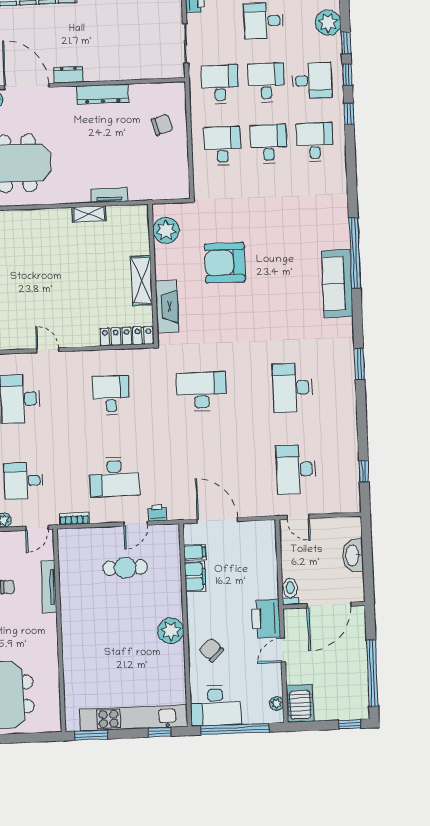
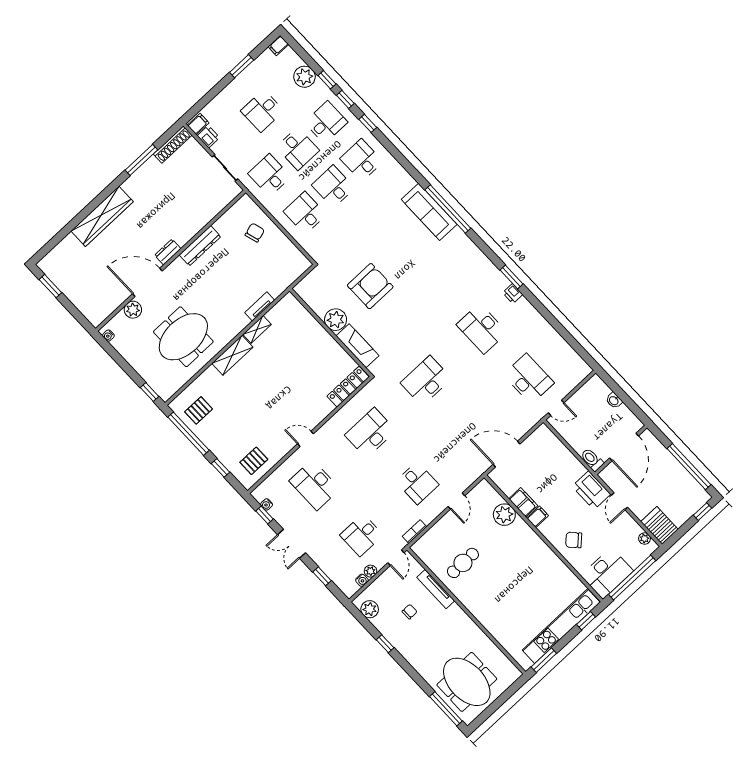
desk: (266, 82) -> (298, 149), turned 180
plant: (166, 230) -> (336, 320), moved
armchair: (225, 263) -> (370, 286), turned 180
shelving: (142, 281) -> (232, 355), moved, turned 90
sofa: (337, 284) -> (429, 212), moved
desk: (111, 395) -> (370, 433), width x1.37
desk: (296, 469) -> (529, 379), turned 180
window: (364, 471) -> (573, 343), removed
desk: (114, 477) -> (417, 483), width x0.73
printer: (157, 513) -> (513, 294), moved, turned -90
filing cabinet: (195, 552) -> (538, 517), moved
washbasin: (353, 555) -> (614, 400), width x0.52, depth x0.69
cafe table: (125, 568) -> (463, 563), moved
plant: (171, 631) -> (504, 515), moved

